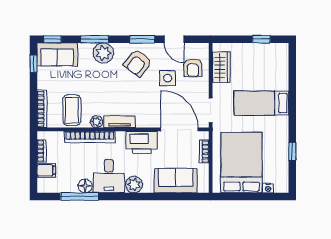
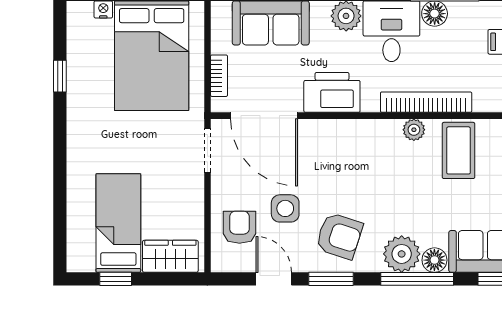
window: (95, 39) -> (417, 279), width x1.44
floor lamp: (85, 50) -> (434, 260), added
armchair: (138, 63) -> (339, 236), turned 70
wardrobe: (221, 67) -> (170, 256), moved, turned 90
bed: (261, 103) -> (118, 223), moved, turned -90
tv unit: (119, 122) -> (372, 130), removed

